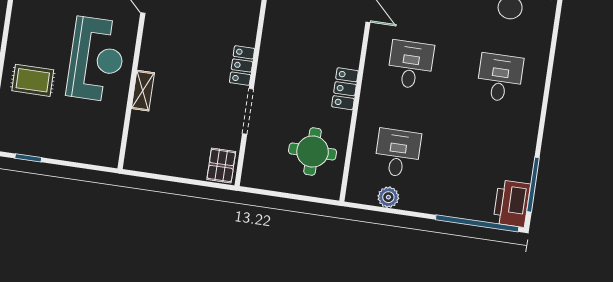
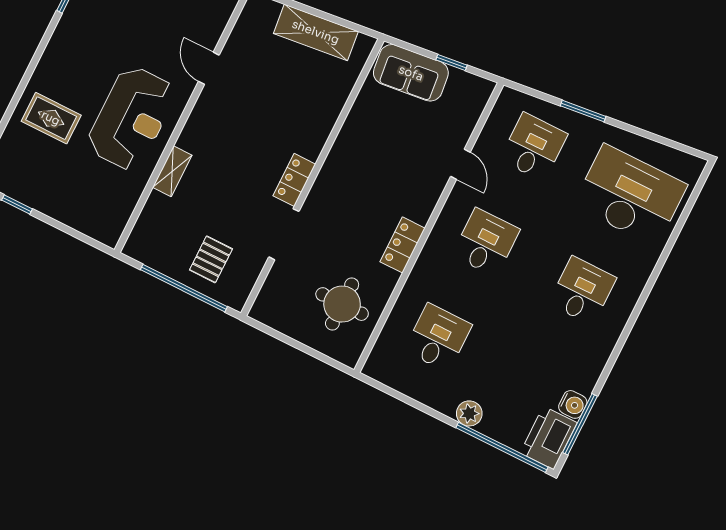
pallet: (221, 165) -> (211, 259), moved
water cooler: (522, 171) -> (573, 404), added
window: (183, 180) -> (184, 288), added
plant: (388, 197) -> (469, 413), moved

